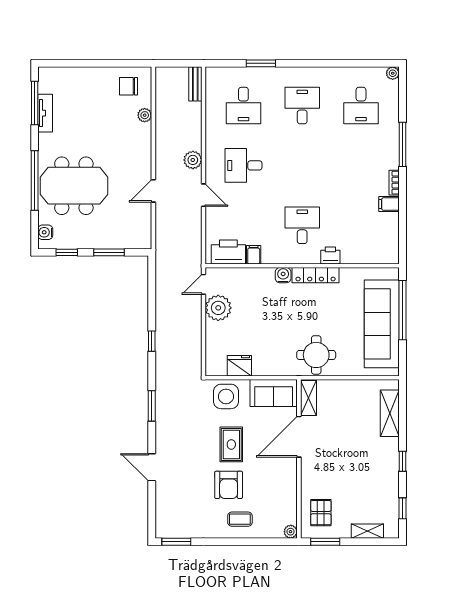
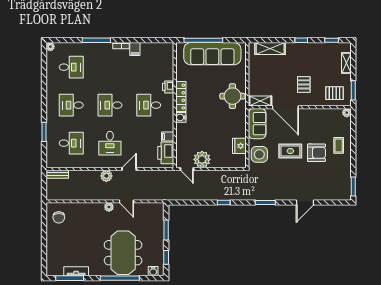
plant: (145, 115) -> (109, 207), moved
desk: (302, 165) -> (110, 105), added
pallet: (334, 465) -> (304, 84), added

